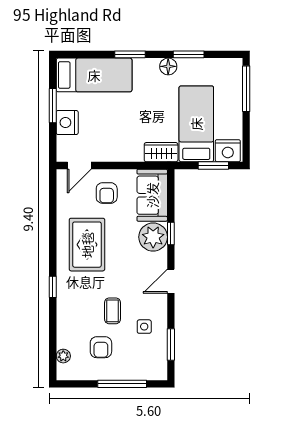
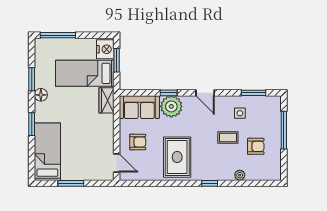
nightstand: (67, 123) -> (84, 172), removed
rug: (87, 245) -> (177, 157), turned 90
plant: (63, 356) -> (240, 175), moved

